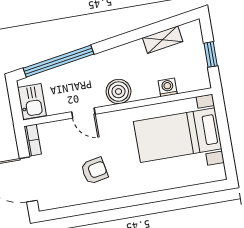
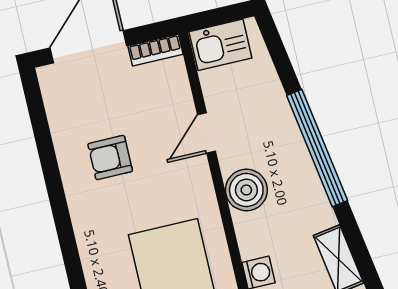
window: (59, 61) -> (317, 148), moved
armchair: (94, 171) -> (110, 157), turned 101

